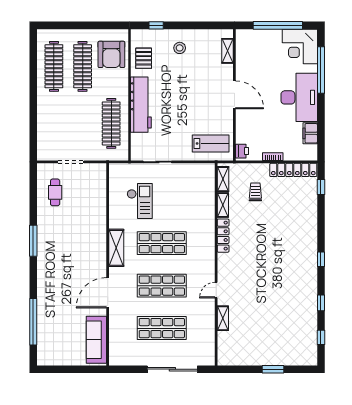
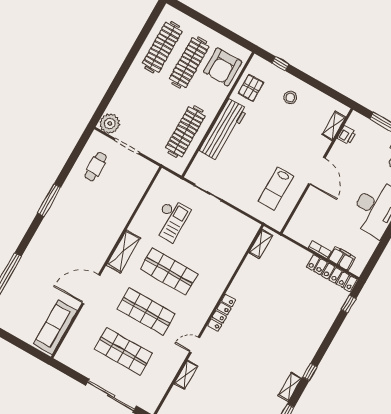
filing cabinet: (310, 133) -> (342, 258), moved, turned 90
lab bench: (211, 143) -> (276, 189), moved, turned 90
plant: (47, 151) -> (110, 124), added
printer: (242, 151) -> (347, 135), moved
trolley: (255, 192) -> (284, 274), removed
shelving: (223, 205) -> (290, 387), moved
locker: (223, 236) -> (222, 313), moved

